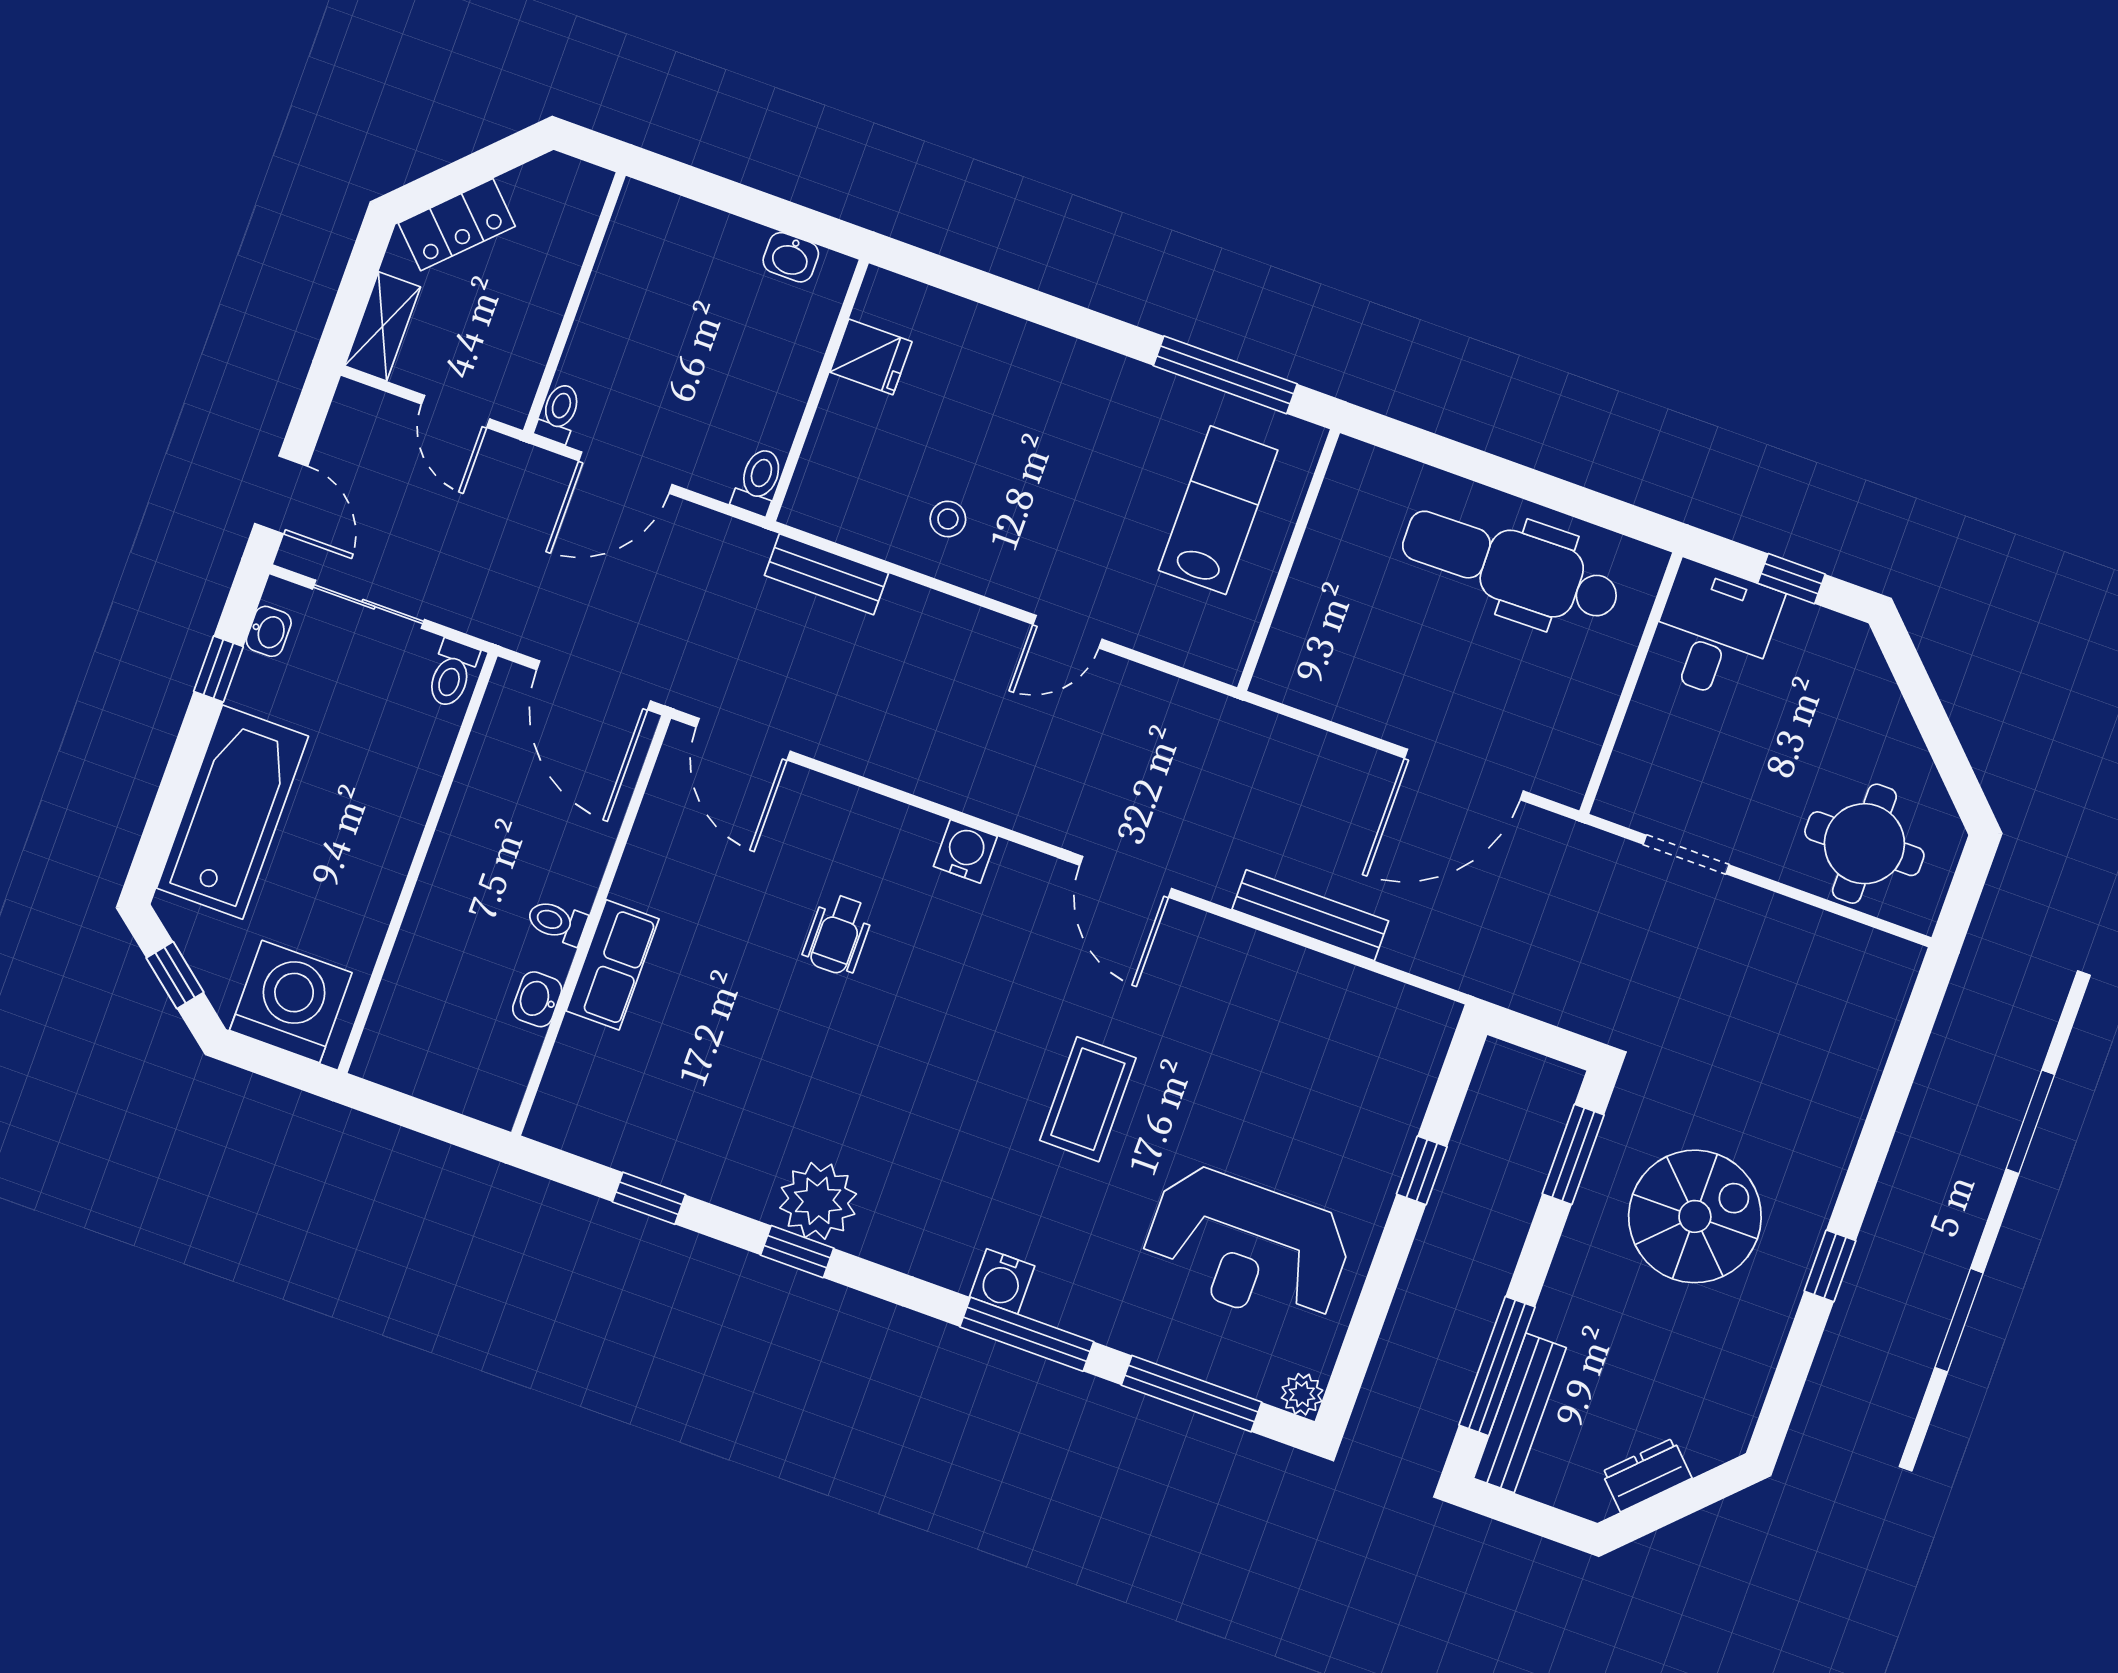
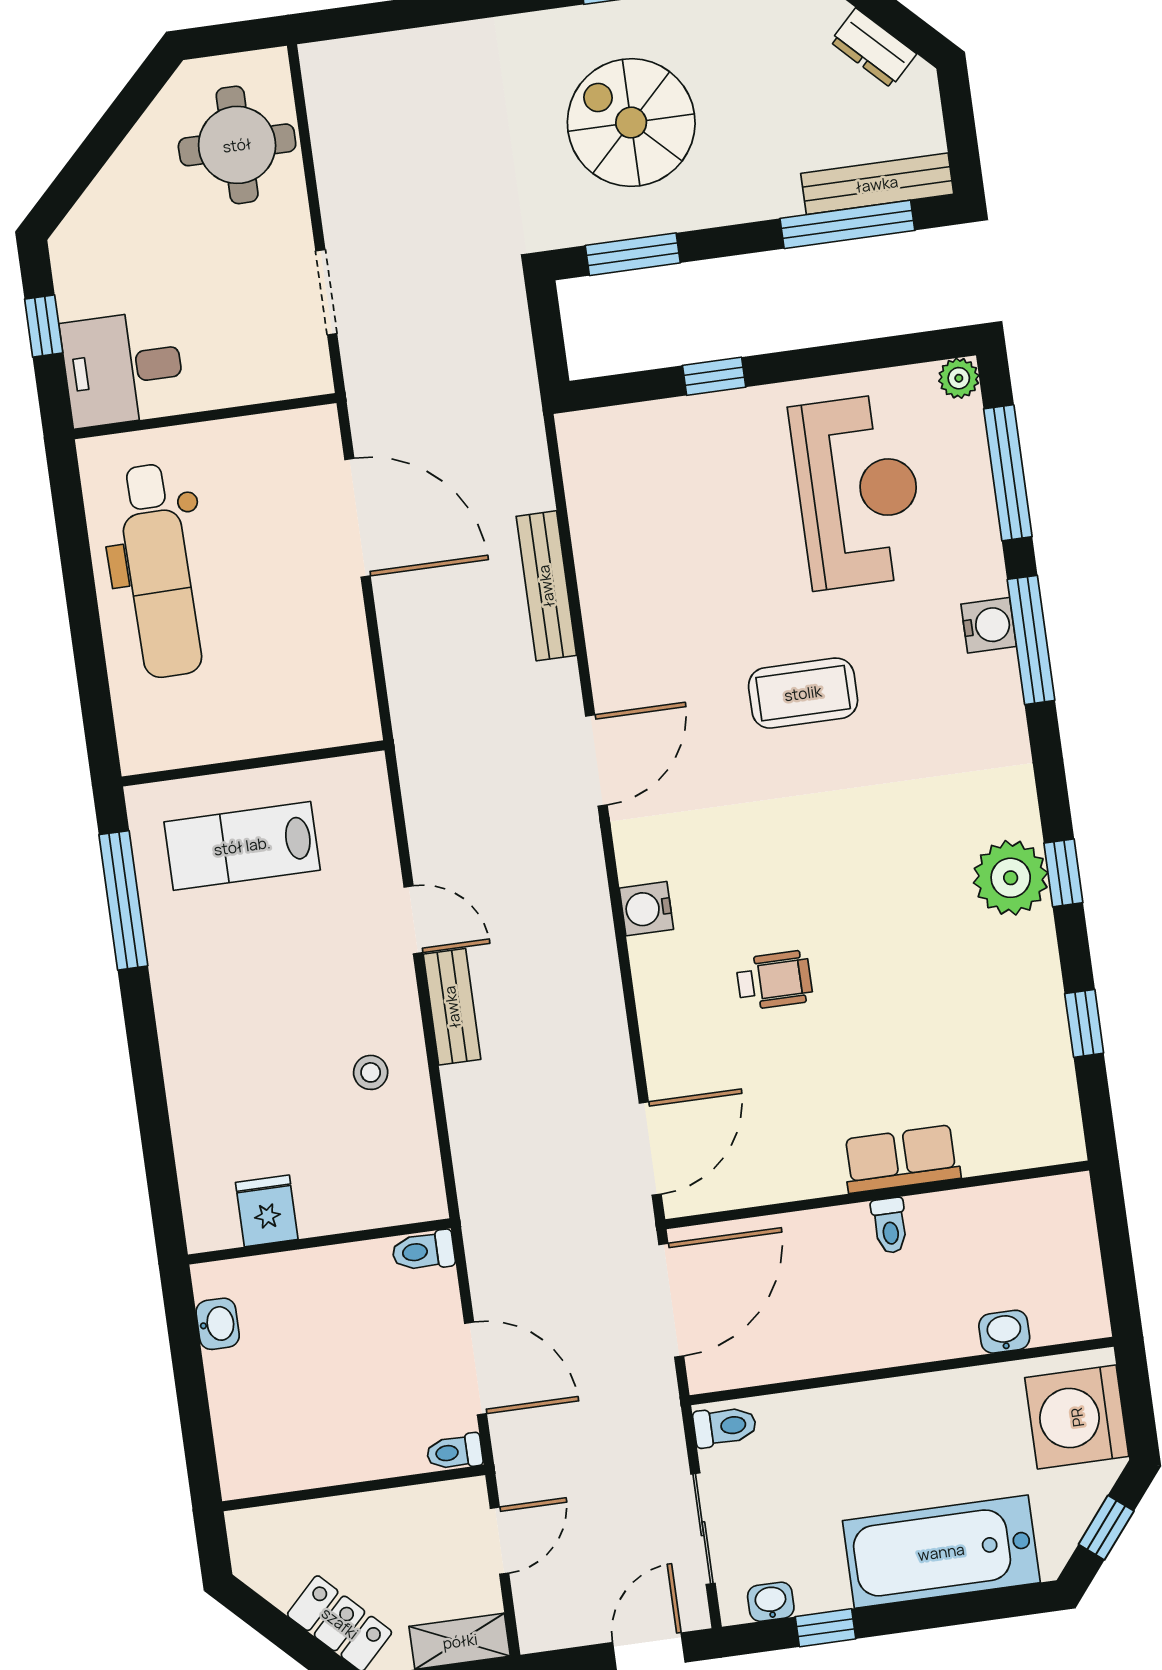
bench: (827, 574) -> (452, 1007), moved
washbasin: (537, 999) -> (1004, 1332), moved, turned 180
water cooler: (1002, 1281) -> (989, 625), moved

